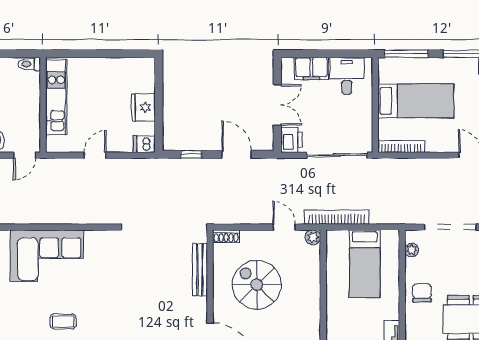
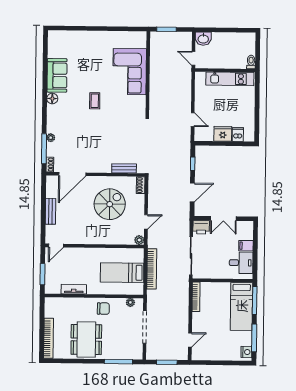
filing cabinet: (311, 69) -> (246, 246), width x0.50
bed: (416, 101) -> (241, 306), moved
dishwasher: (144, 144) -> (238, 135), moved
door: (95, 155) -> (193, 120), moved
bookcase: (337, 217) -> (152, 269), moved
bench: (200, 270) -> (124, 168), width x0.73
coffee table: (63, 321) -> (95, 101), moved

